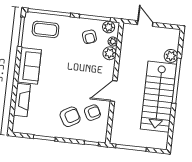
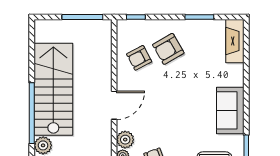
door: (114, 91) -> (114, 105), moved
fireplace: (22, 100) -> (235, 41), moved

